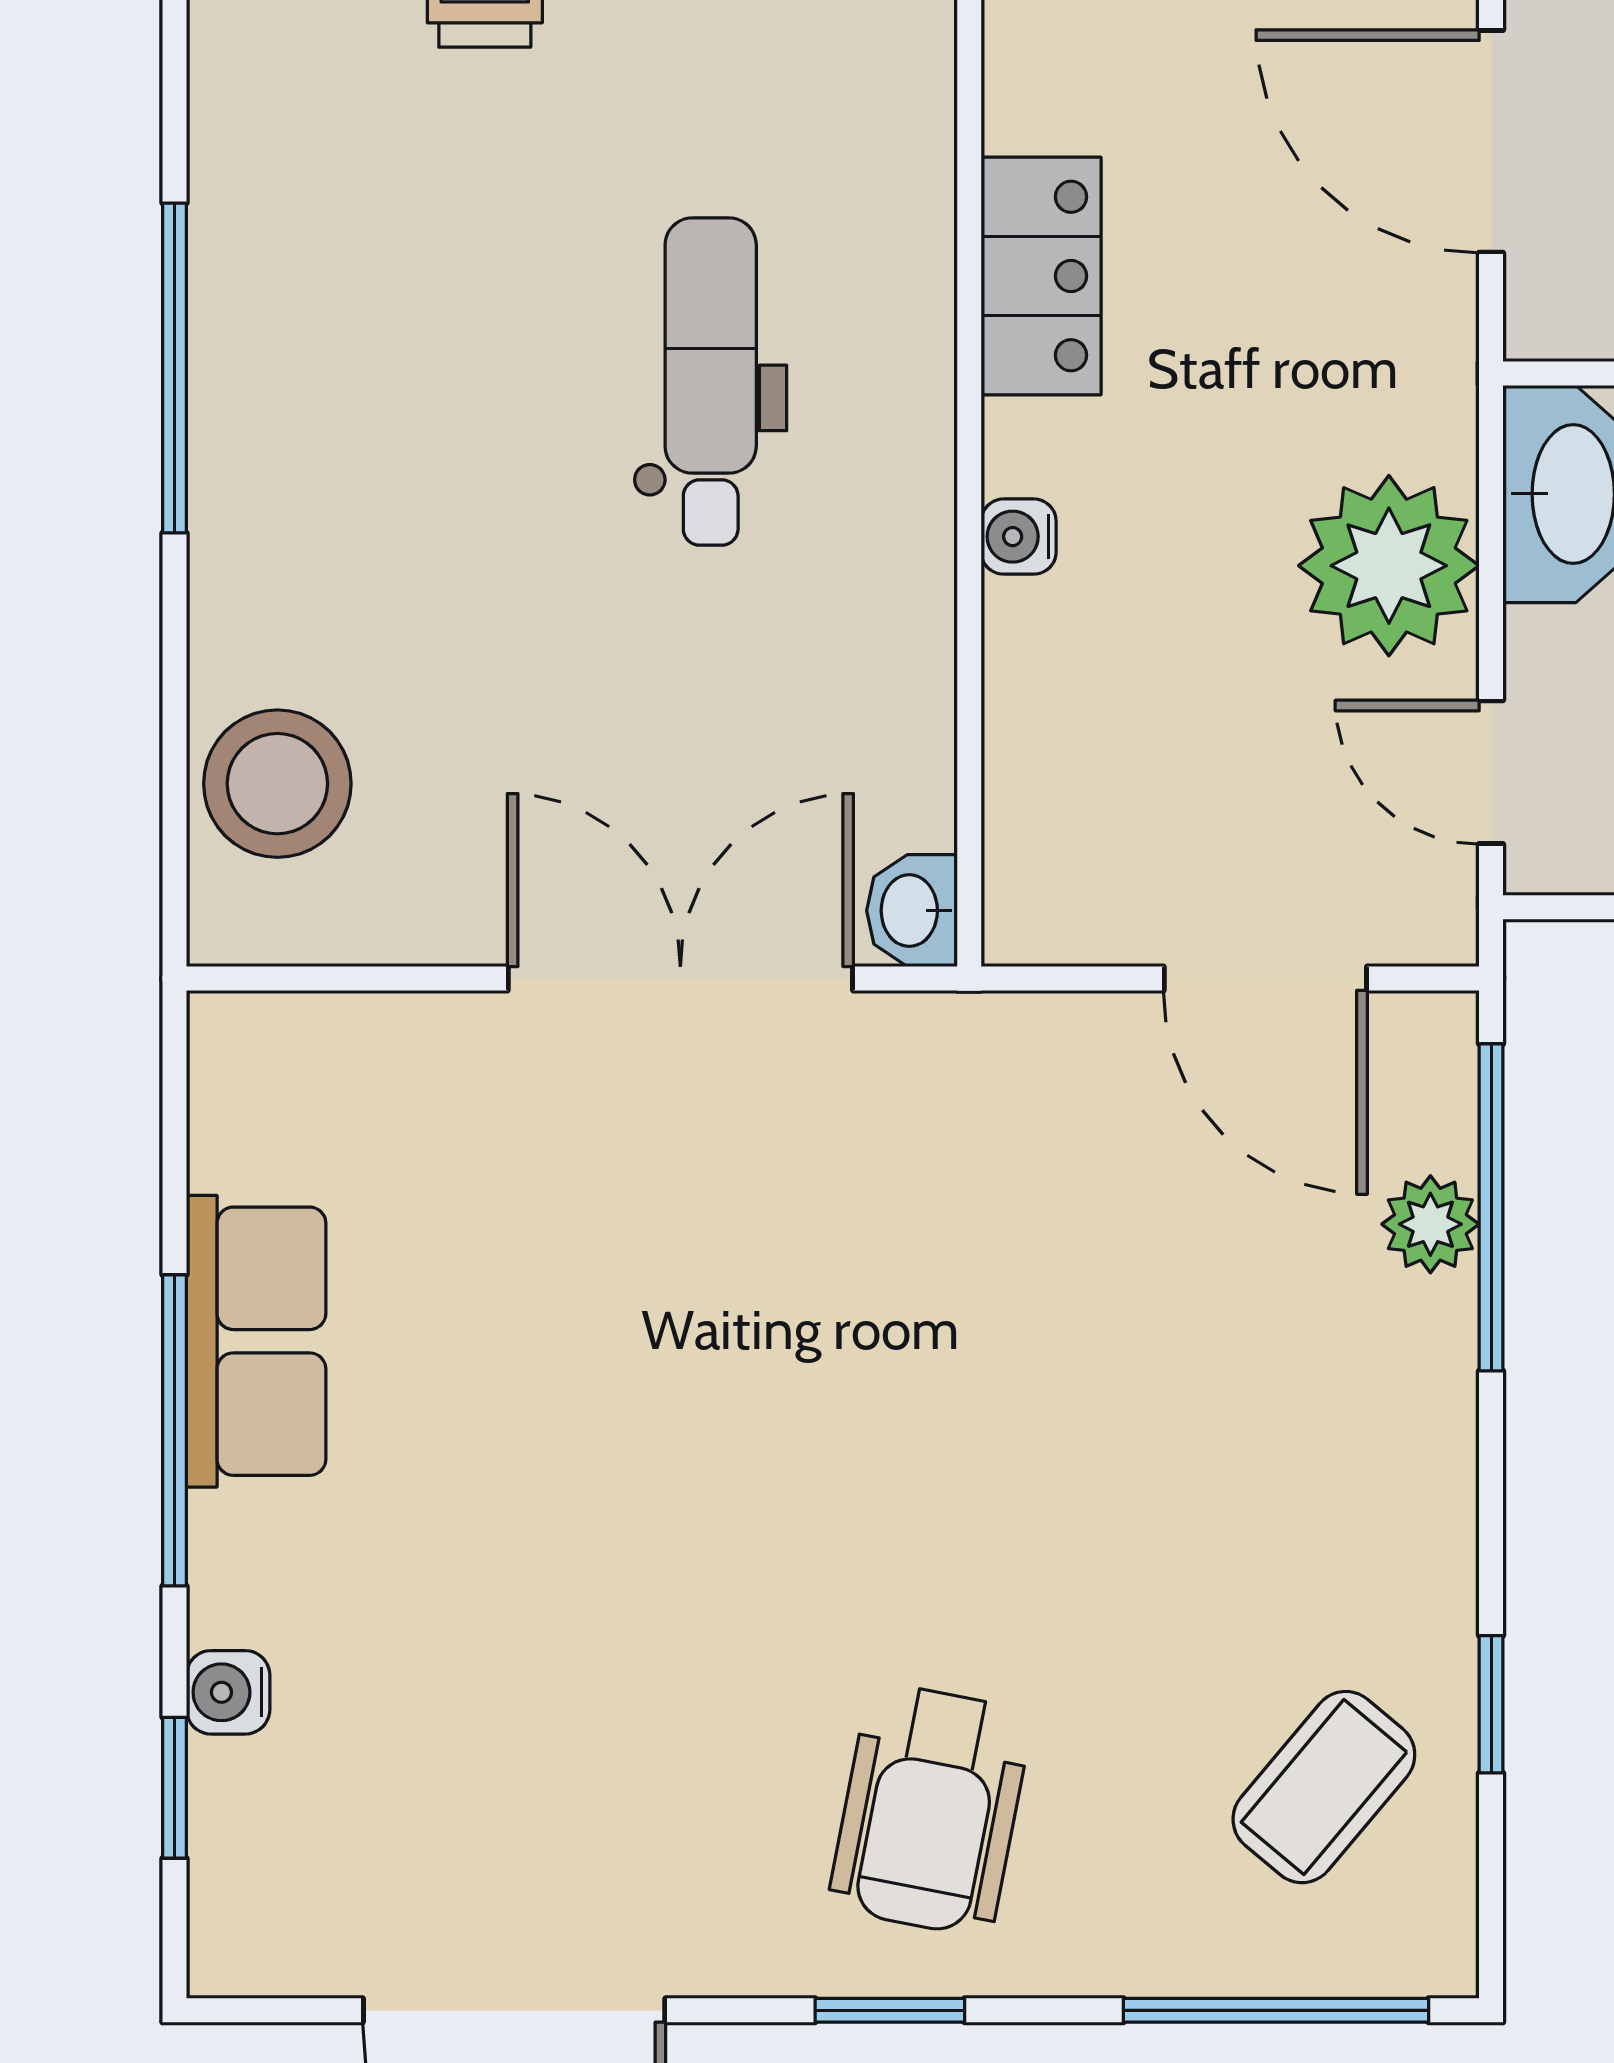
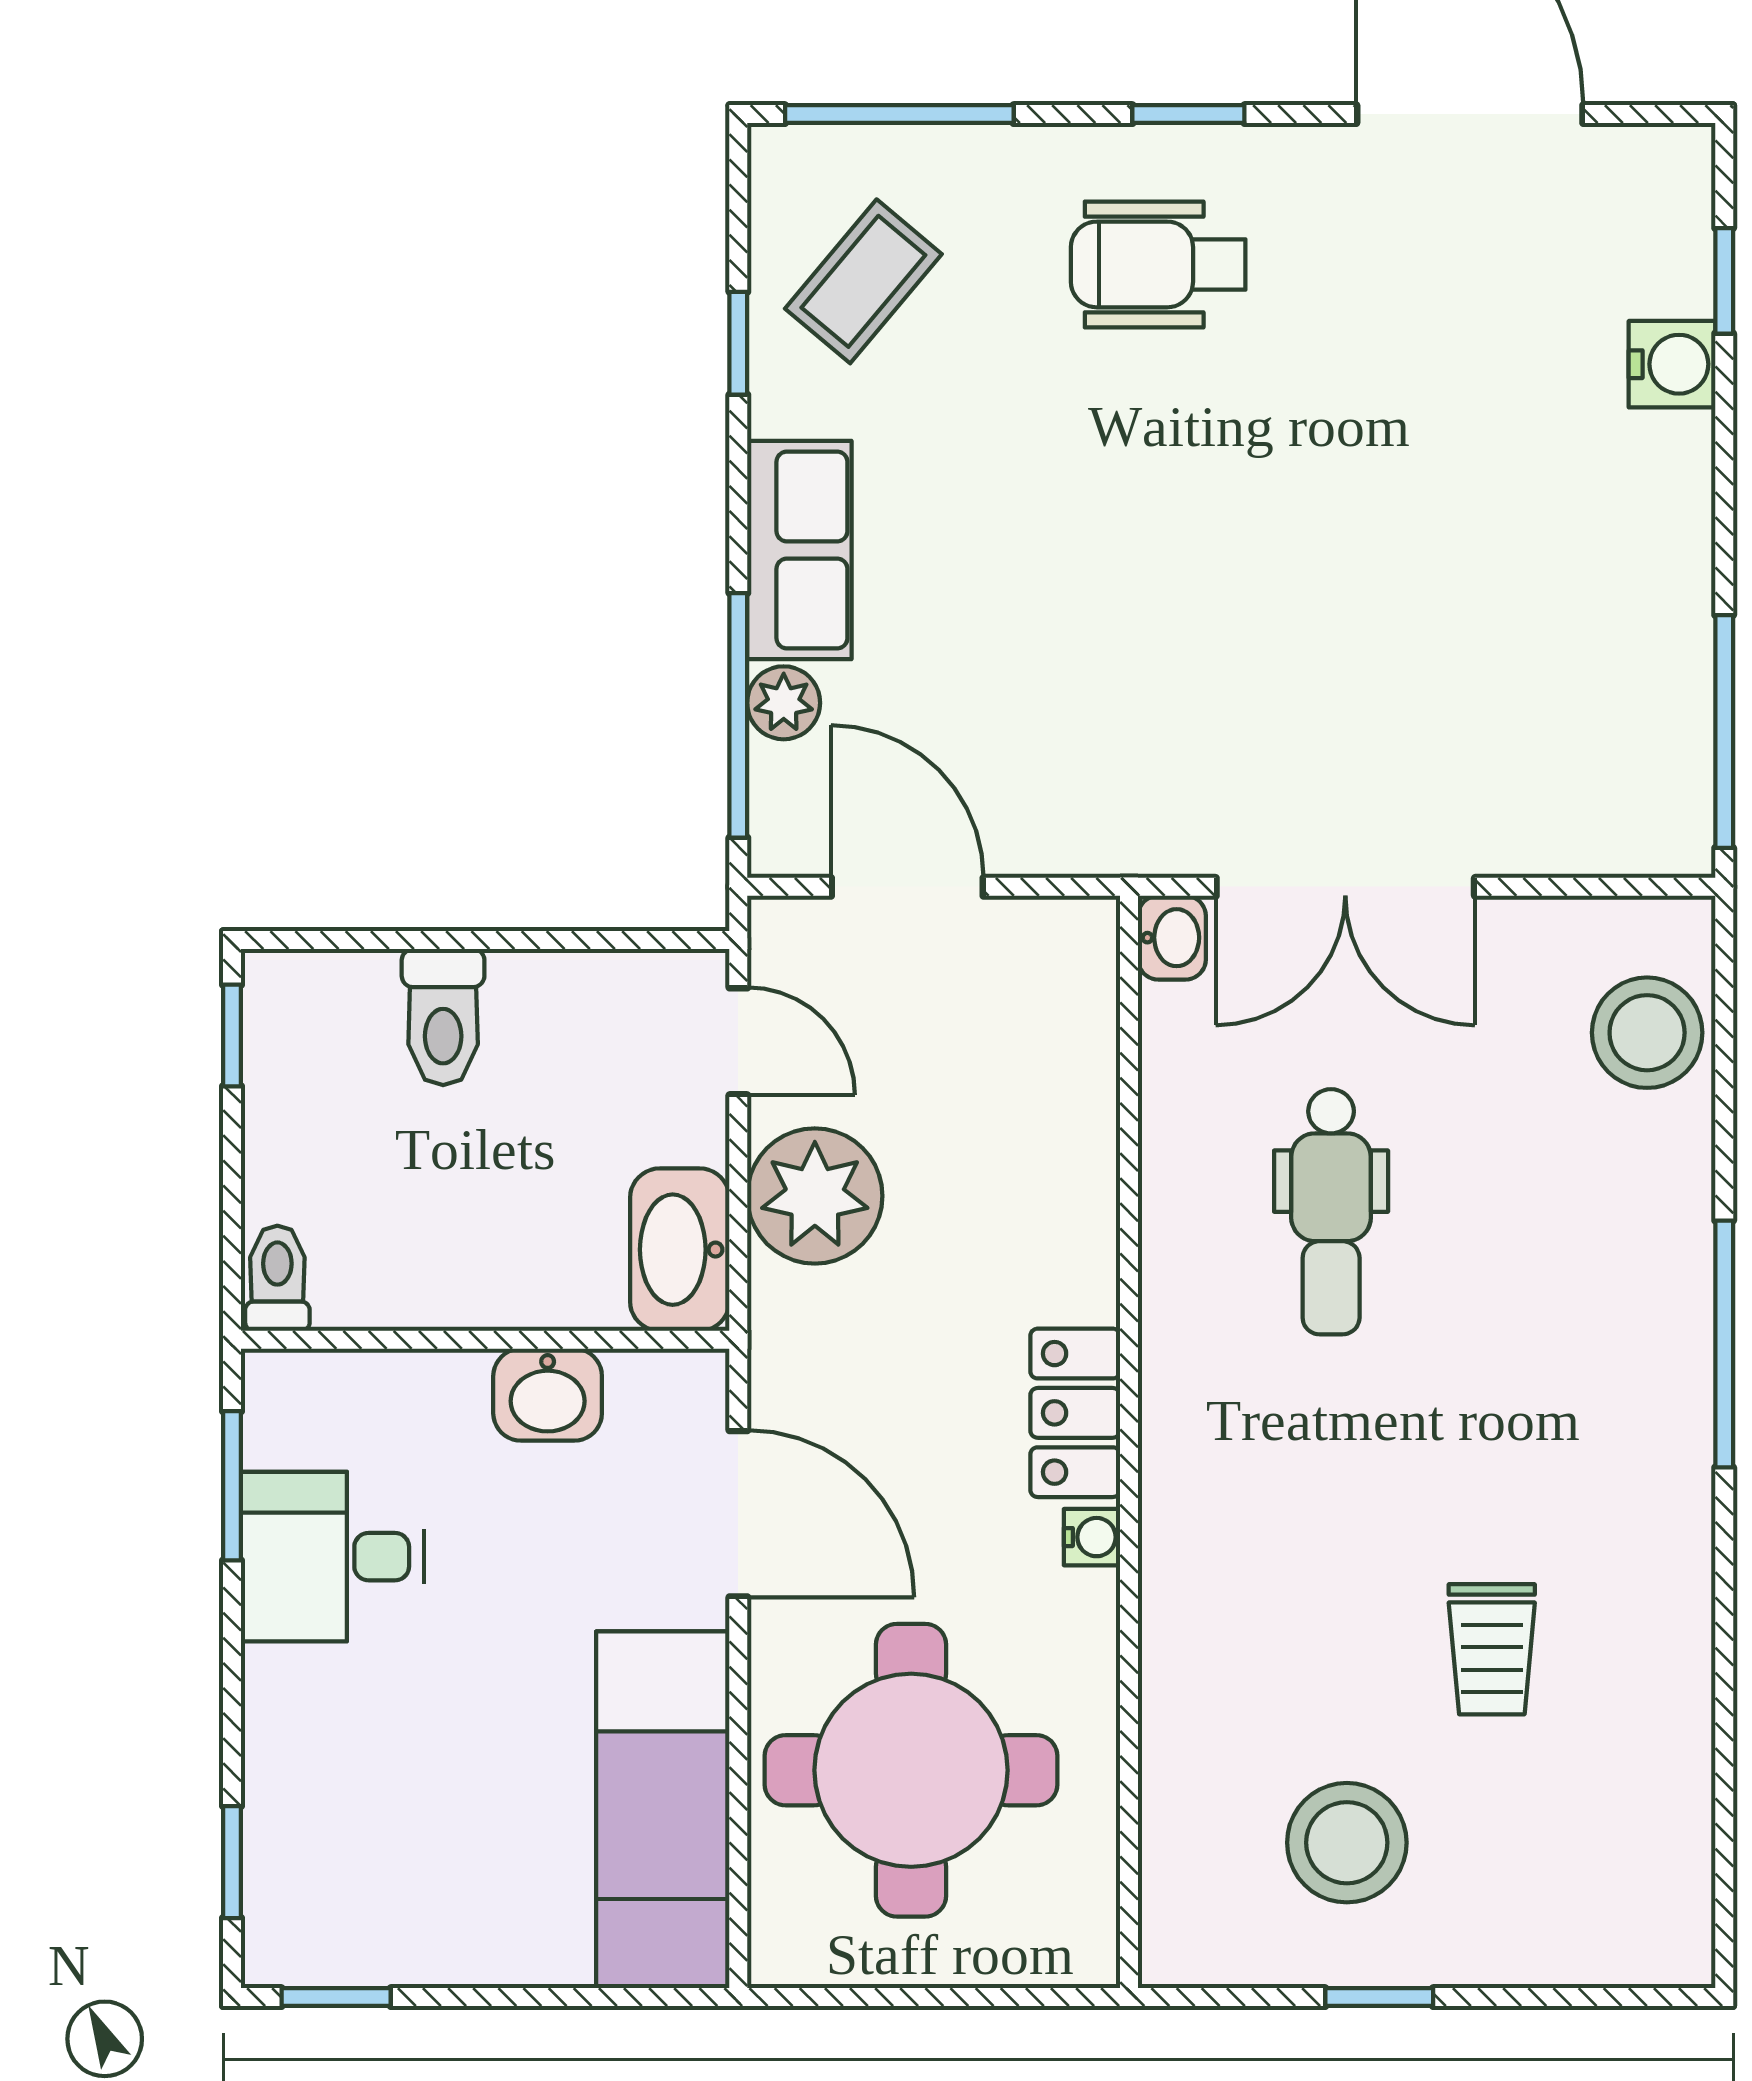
dental chair: (711, 382) -> (1331, 1212), moved
water cooler: (1019, 537) -> (1092, 1537), moved
row of seats: (256, 1341) -> (799, 550), moved, turned 180
window: (174, 1430) -> (1724, 731), moved
water cooler: (228, 1692) -> (1672, 364), width x1.38, depth x1.38
wheelchair: (930, 1810) -> (1158, 264), turned -101

